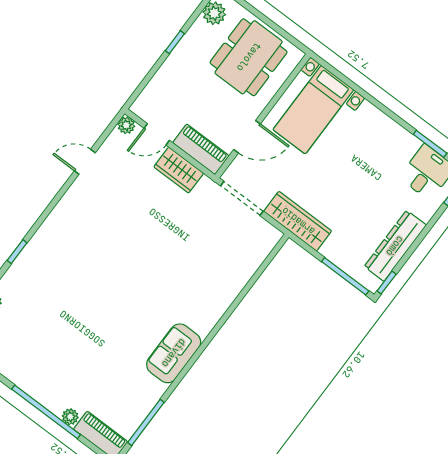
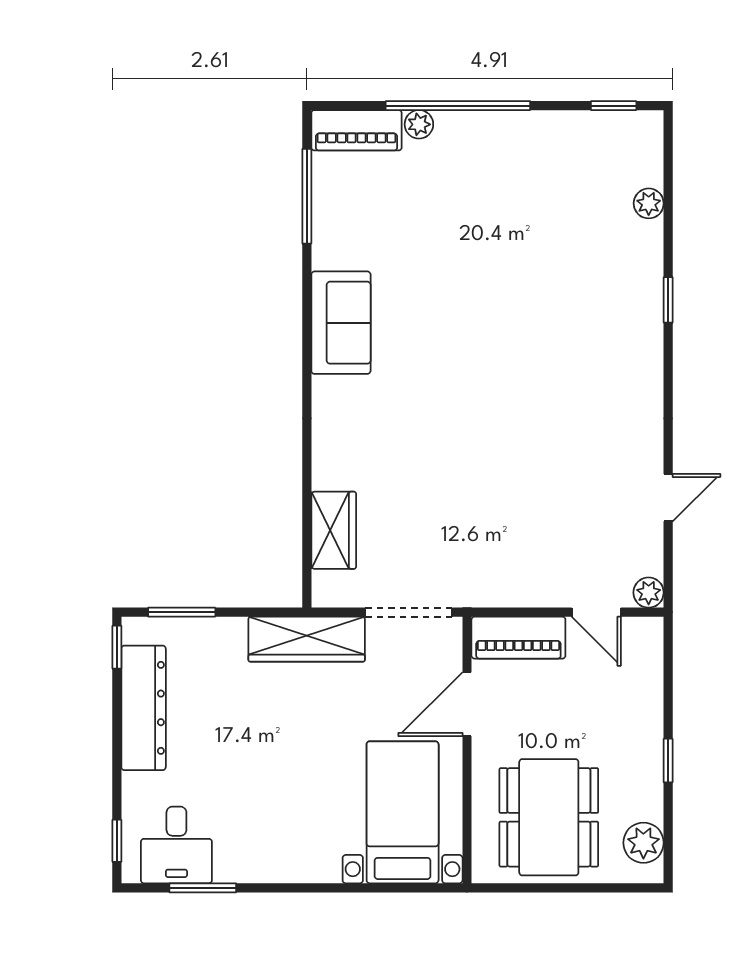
door: (157, 134) -> (596, 612), swing flipped
wardrobe: (179, 170) -> (334, 530), moved, turned 90
window: (345, 276) -> (182, 612), width x0.69

